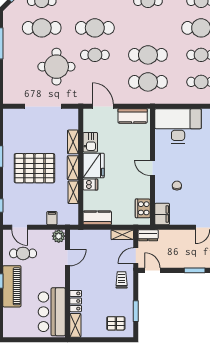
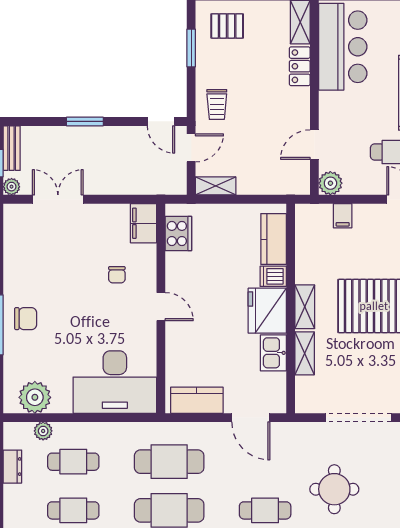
round table: (56, 67) -> (334, 489), width x0.73, depth x0.73
shelving: (73, 192) -> (304, 263), removed
kitchen counter: (97, 218) -> (274, 239), moved, turned 90
dresser: (148, 235) -> (169, 185), removed

